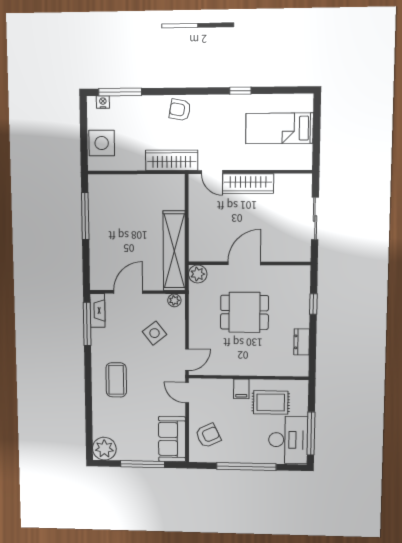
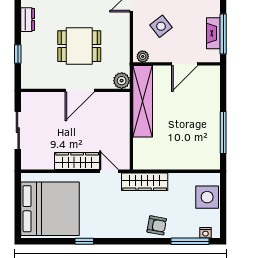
armchair: (180, 110) -> (157, 225), moved
bed: (279, 128) -> (50, 209), width x2.04
fireplace: (97, 310) -> (213, 33), moved

